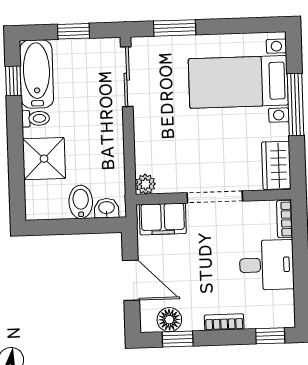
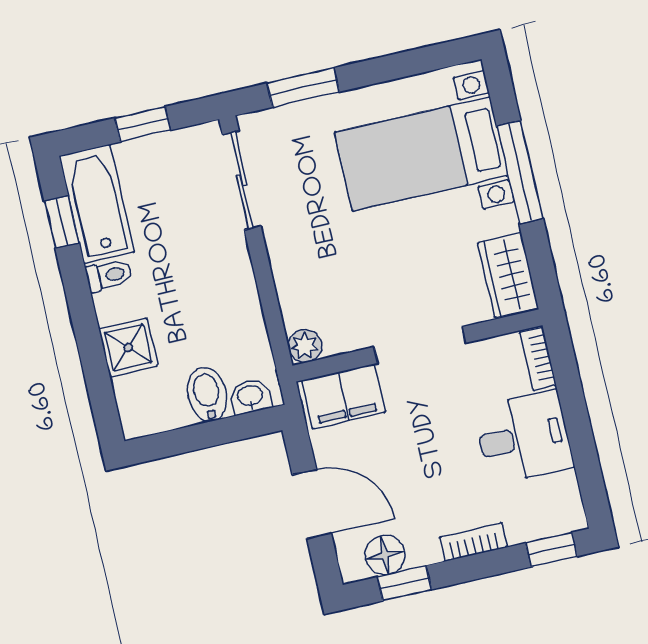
shower: (44, 159) -> (128, 348), width x0.73, depth x0.73

